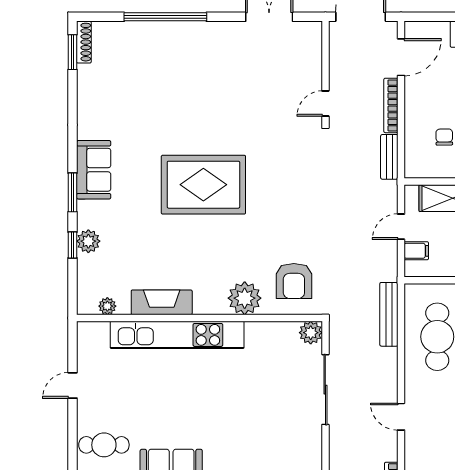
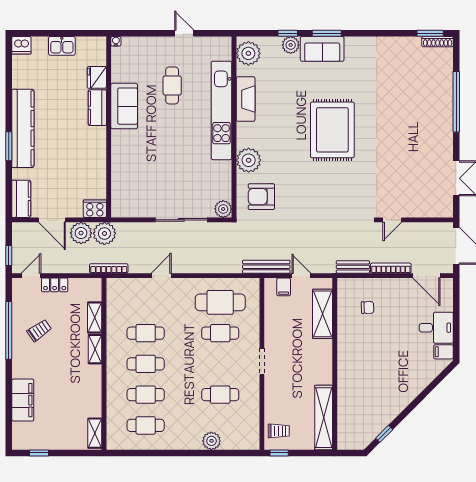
door: (325, 104) -> (392, 220), swing flipped
sofa: (94, 170) -> (322, 49), moved
plant: (107, 306) -> (248, 53), width x1.87, depth x1.87
bench: (389, 314) -> (266, 267), moved
cafe table: (104, 445) -> (172, 85), moved

